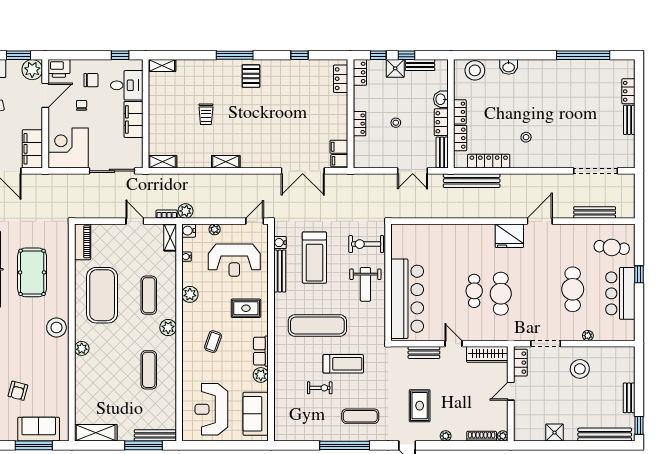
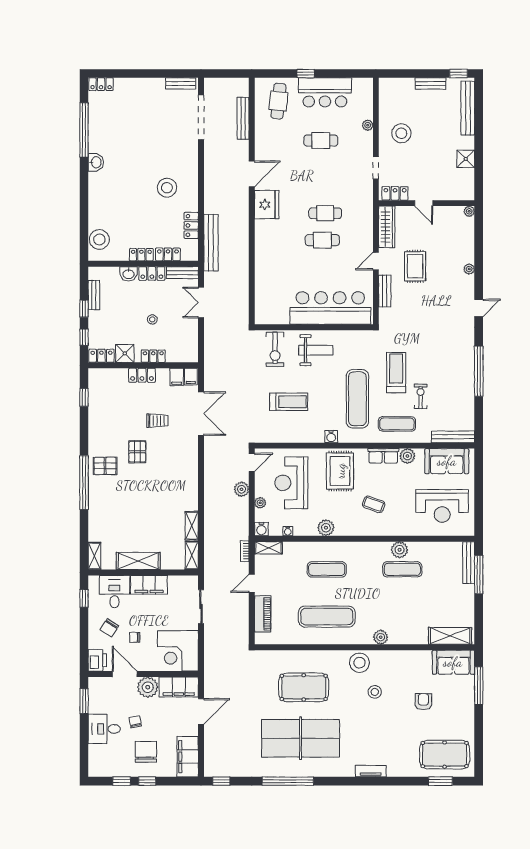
window: (235, 55) -> (84, 483), width x1.46
window: (300, 55) -> (84, 397), moved
washbasin: (509, 67) -> (96, 162), moved
shower: (395, 68) -> (125, 353), moved
plant: (32, 70) -> (148, 687), moved
locker: (341, 79) -> (142, 375), moved
chair: (91, 80) -> (109, 628), turned -147
locker: (628, 91) -> (101, 84), moved
pallet: (265, 108) -> (137, 452), added
shelving: (157, 109) -> (138, 561), added
trolley: (206, 114) -> (157, 421), moved
bench: (629, 120) -> (181, 83), moved
stool: (526, 137) -> (167, 188), width x1.89, depth x1.89
locker: (489, 161) -> (191, 225), width x0.66
shelving: (226, 162) -> (192, 526), moved
sliding door: (112, 171) -> (201, 607), width x0.73
double door: (413, 171) -> (201, 302), swing flipped
plant: (186, 211) -> (242, 489), moved
door: (255, 221) -> (252, 462), swing flipped
door: (540, 221) -> (252, 174), swing flipped
piano: (83, 242) -> (263, 614), moved, turned 90
water cooler: (280, 243) -> (331, 437), moved
treadmill: (314, 258) -> (289, 402), width x0.73, depth x0.73
reception desk: (234, 260) -> (291, 483), turned 180
bench: (280, 271) -> (453, 437), moved
cafe table: (573, 289) -> (321, 141), width x0.73, depth x0.74
cafe table: (501, 294) -> (325, 213), width x0.73, depth x0.74
exercise mat: (102, 295) -> (327, 617), width x0.68
rug: (246, 308) -> (340, 471), width x1.36, depth x1.43
plant: (168, 328) -> (400, 550), moved
stool: (28, 343) -> (375, 692), added
doorway: (546, 344) -> (376, 168), width x0.73
armchair: (18, 391) -> (423, 702), turned -105
rug: (420, 406) -> (415, 266), moved, turned 90
exercise mat: (360, 416) -> (397, 424), moved, turned 90
sofa: (39, 429) -> (453, 662), moved, turned -90
shelving: (96, 433) -> (450, 636), moved, turned 90
shoe rack: (482, 436) -> (469, 233), removed

